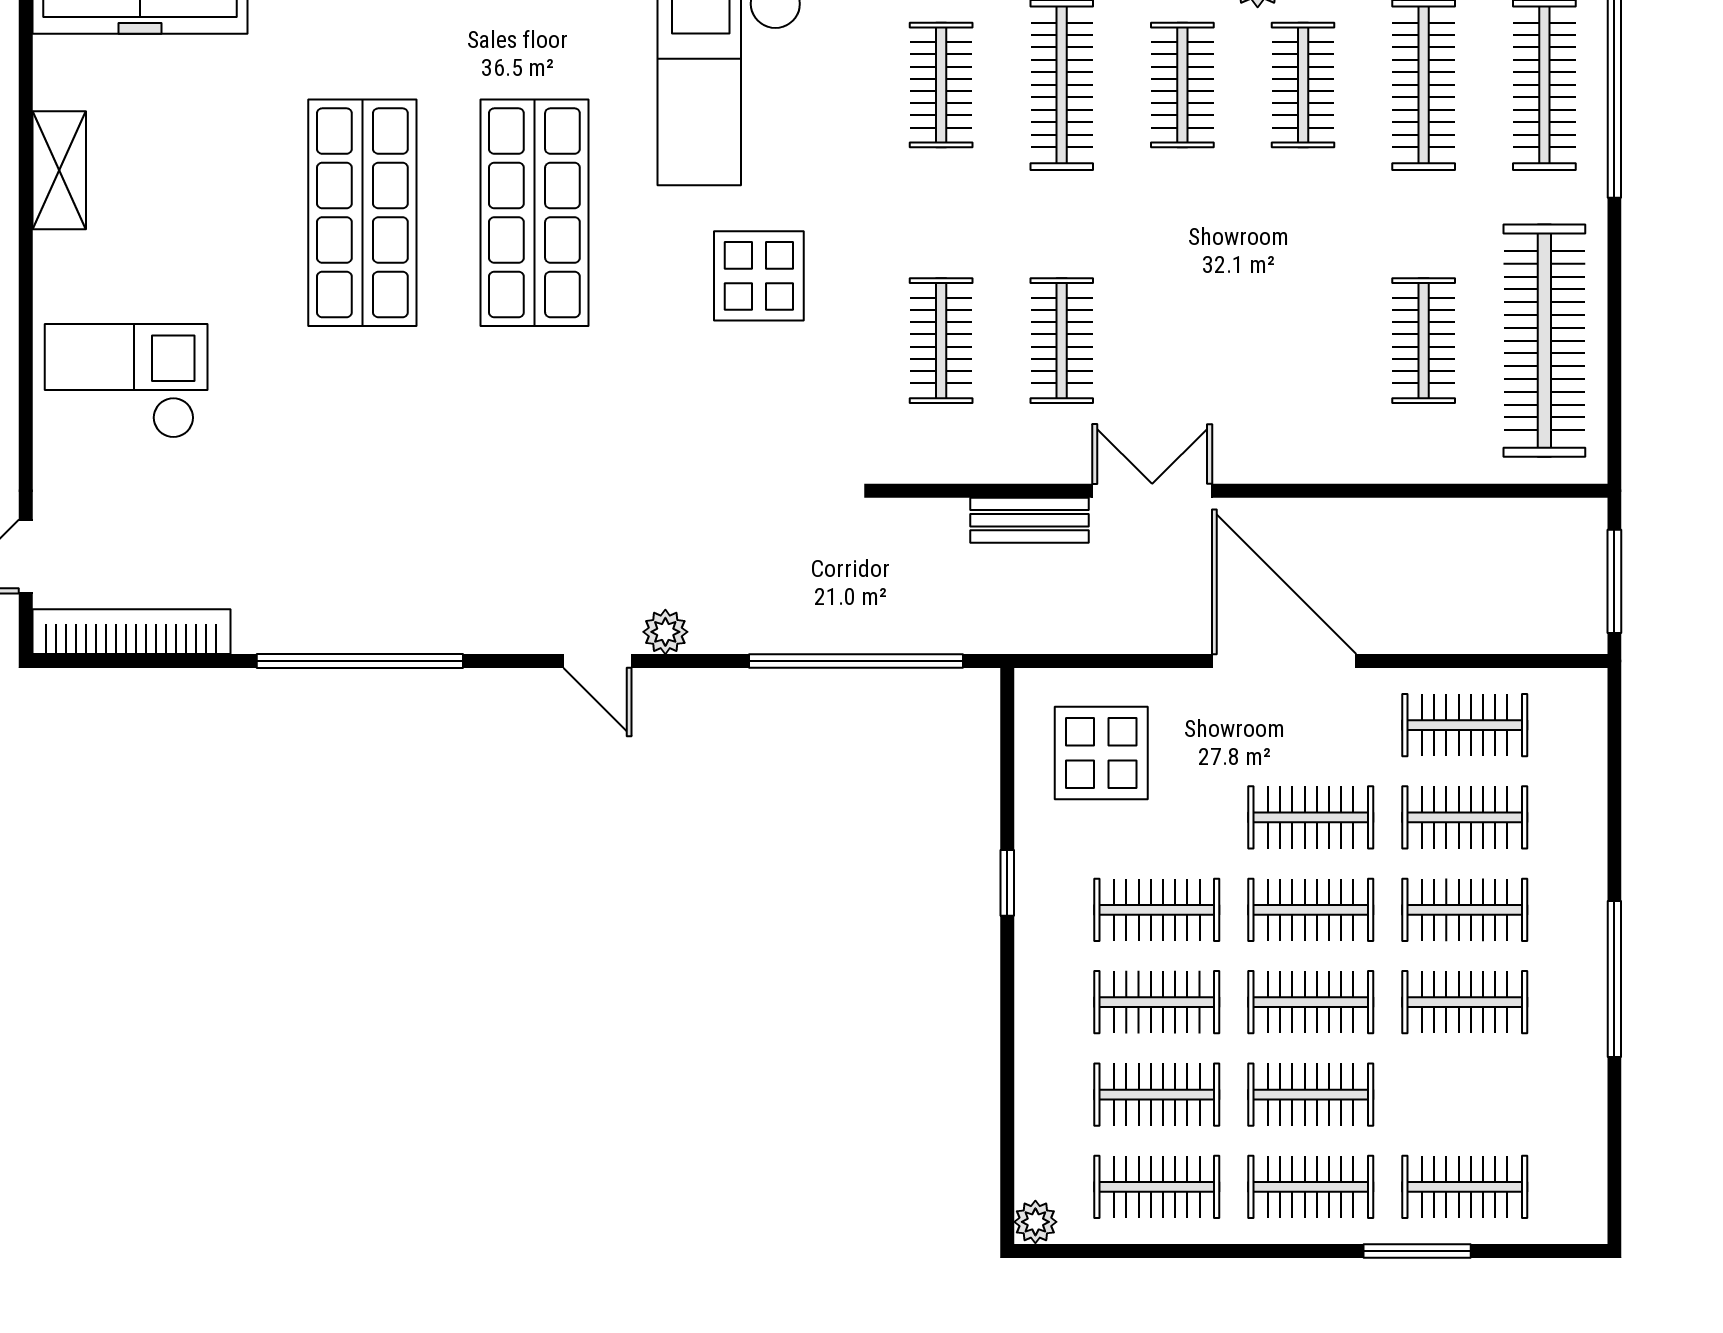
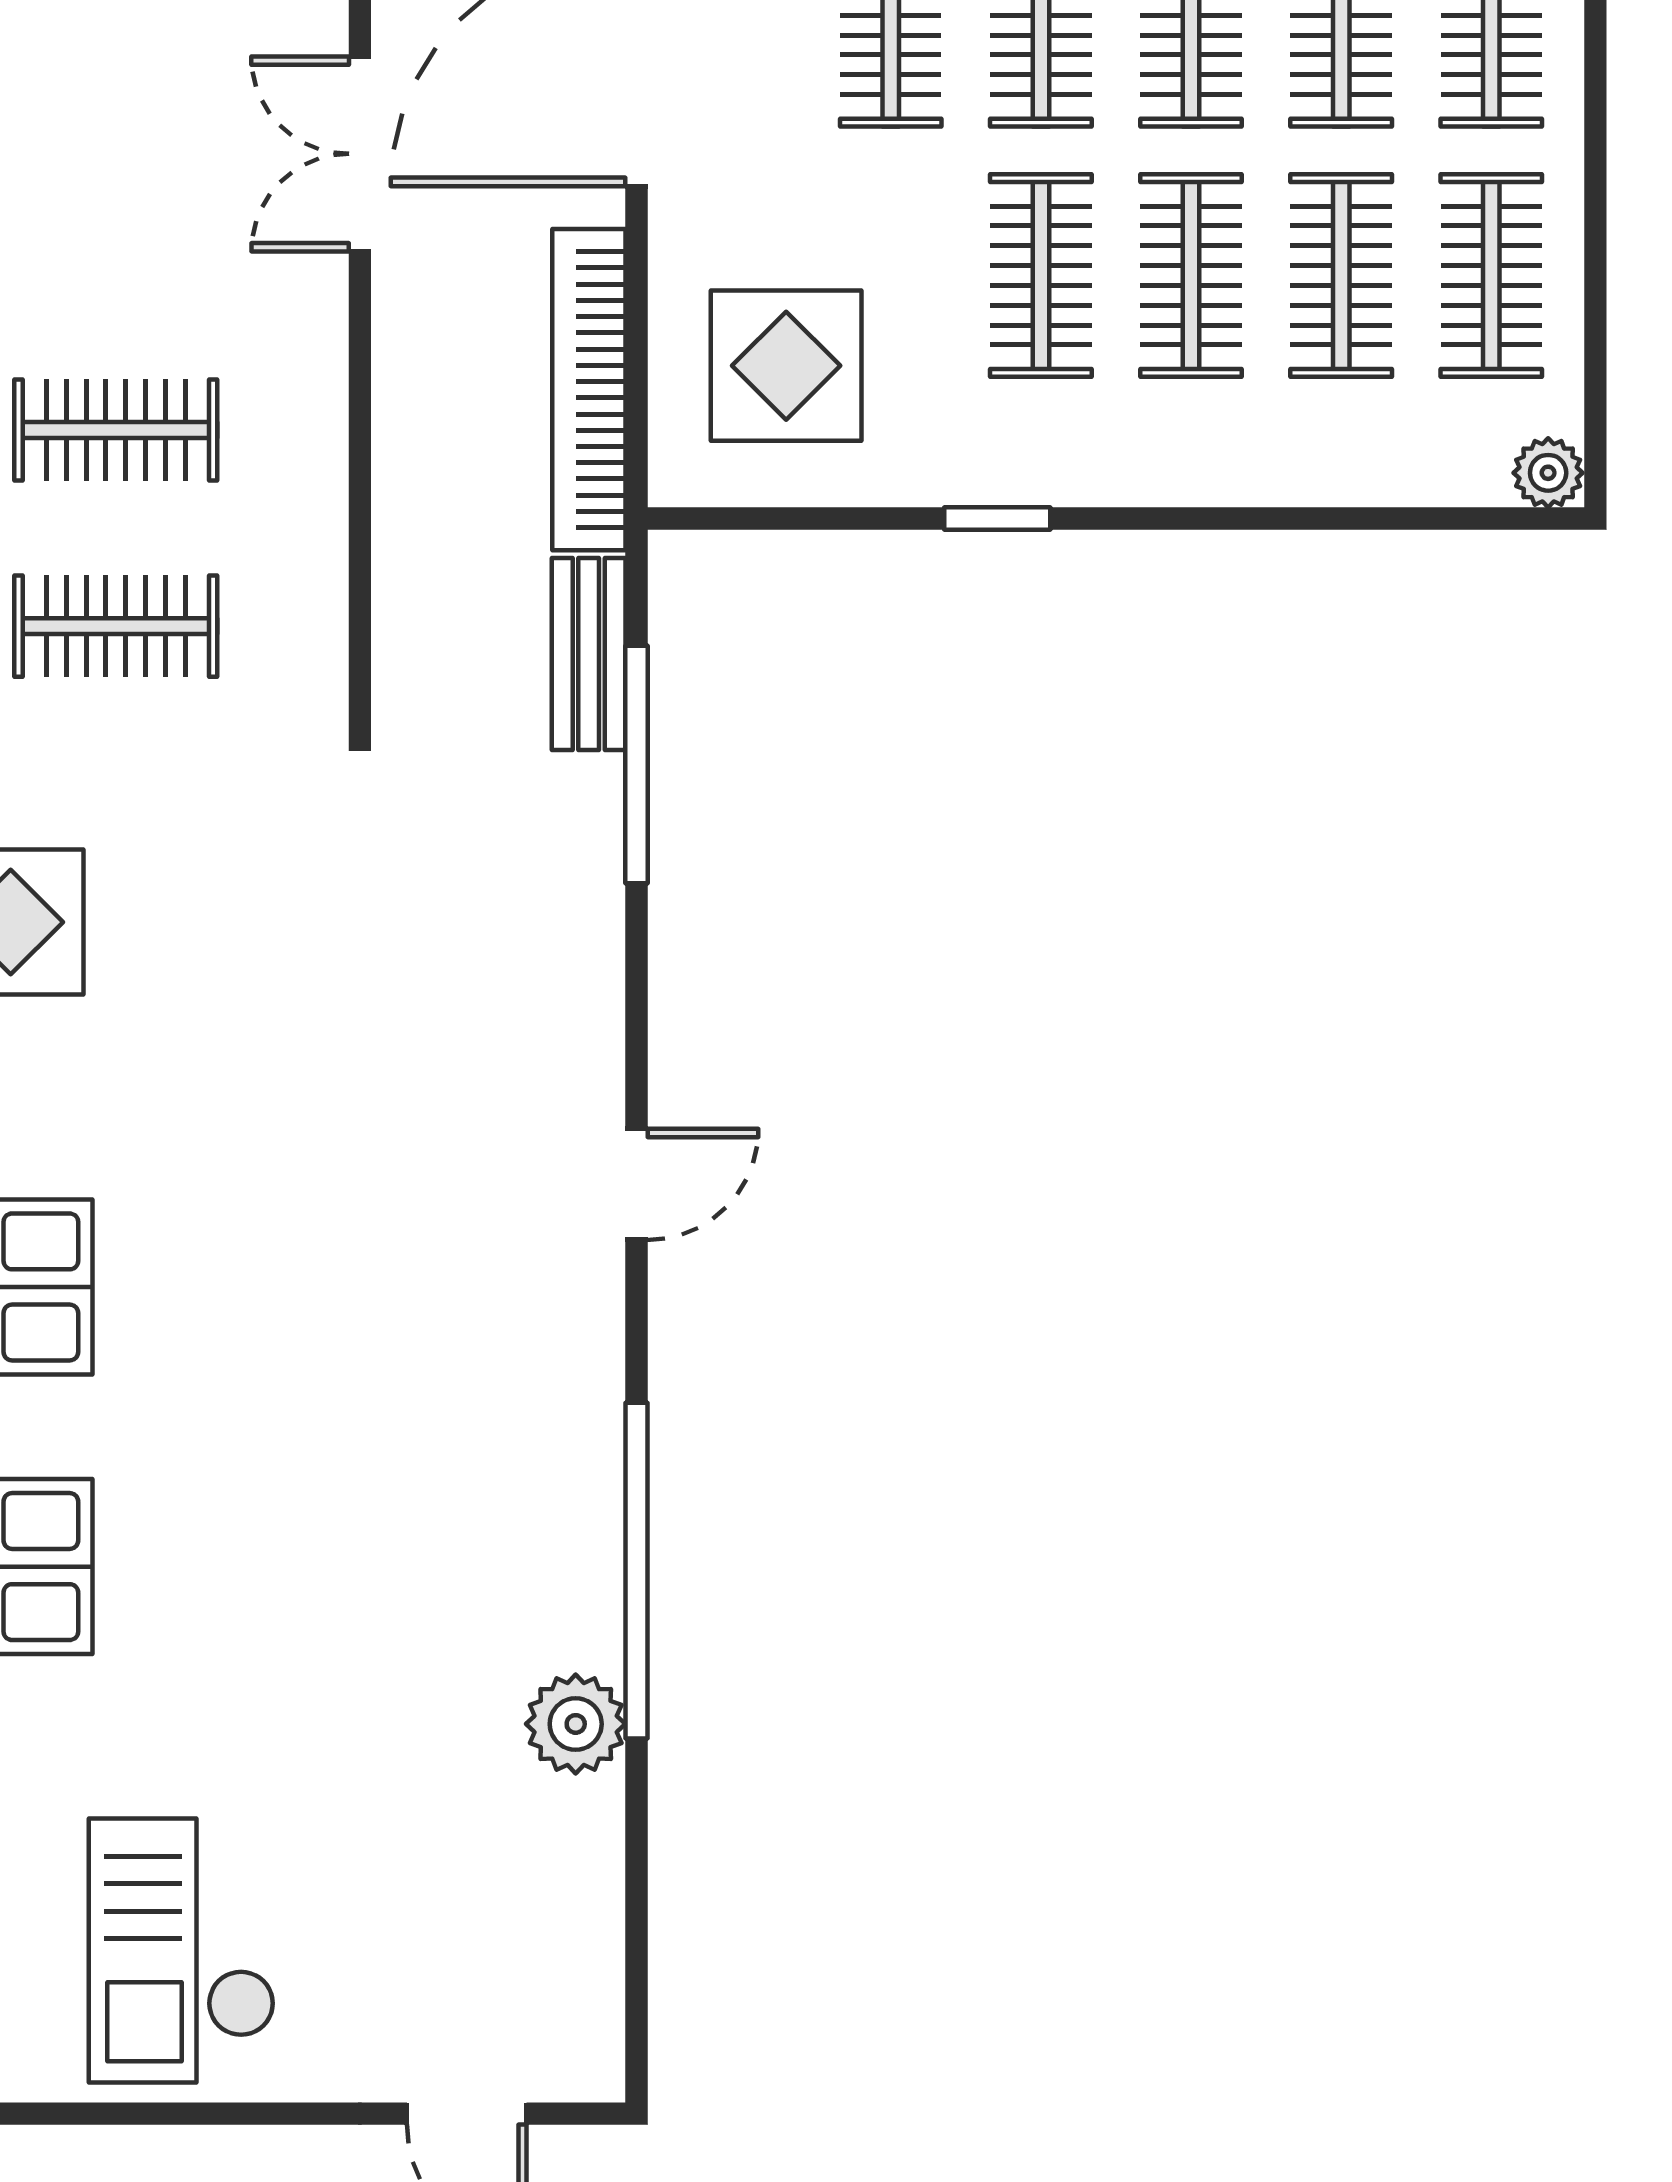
double door: (1152, 491) -> (360, 154), moved
bench: (1030, 520) -> (589, 654), moved
bookcase: (131, 632) -> (589, 390), moved
plant: (665, 632) -> (576, 1724), moved, width x1.38, depth x1.38
window: (856, 661) -> (636, 764), width x0.68

